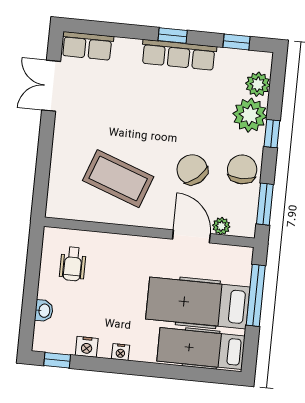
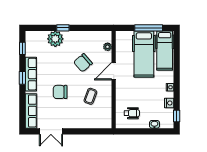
row of seats: (87, 46) -> (31, 111), width x1.48
plant: (258, 84) -> (41, 37), removed
chair: (242, 169) -> (60, 92), moved
coffee table: (118, 179) -> (90, 96), width x0.54, depth x0.58
window: (265, 204) -> (95, 28), removed
door: (191, 236) -> (114, 71), moved
window: (256, 295) -> (149, 28), moved

